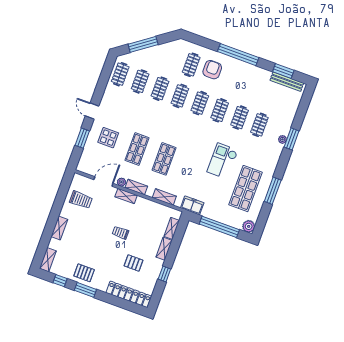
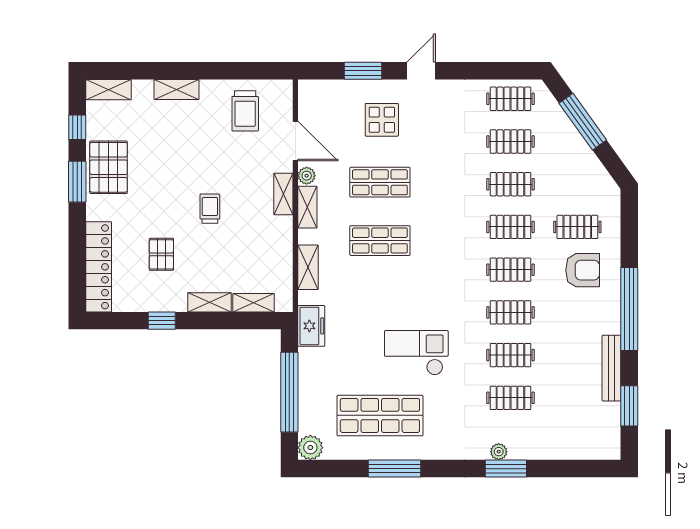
bench: (287, 82) -> (611, 368), moved
pallet: (84, 273) -> (109, 167), width x1.50, depth x1.42

